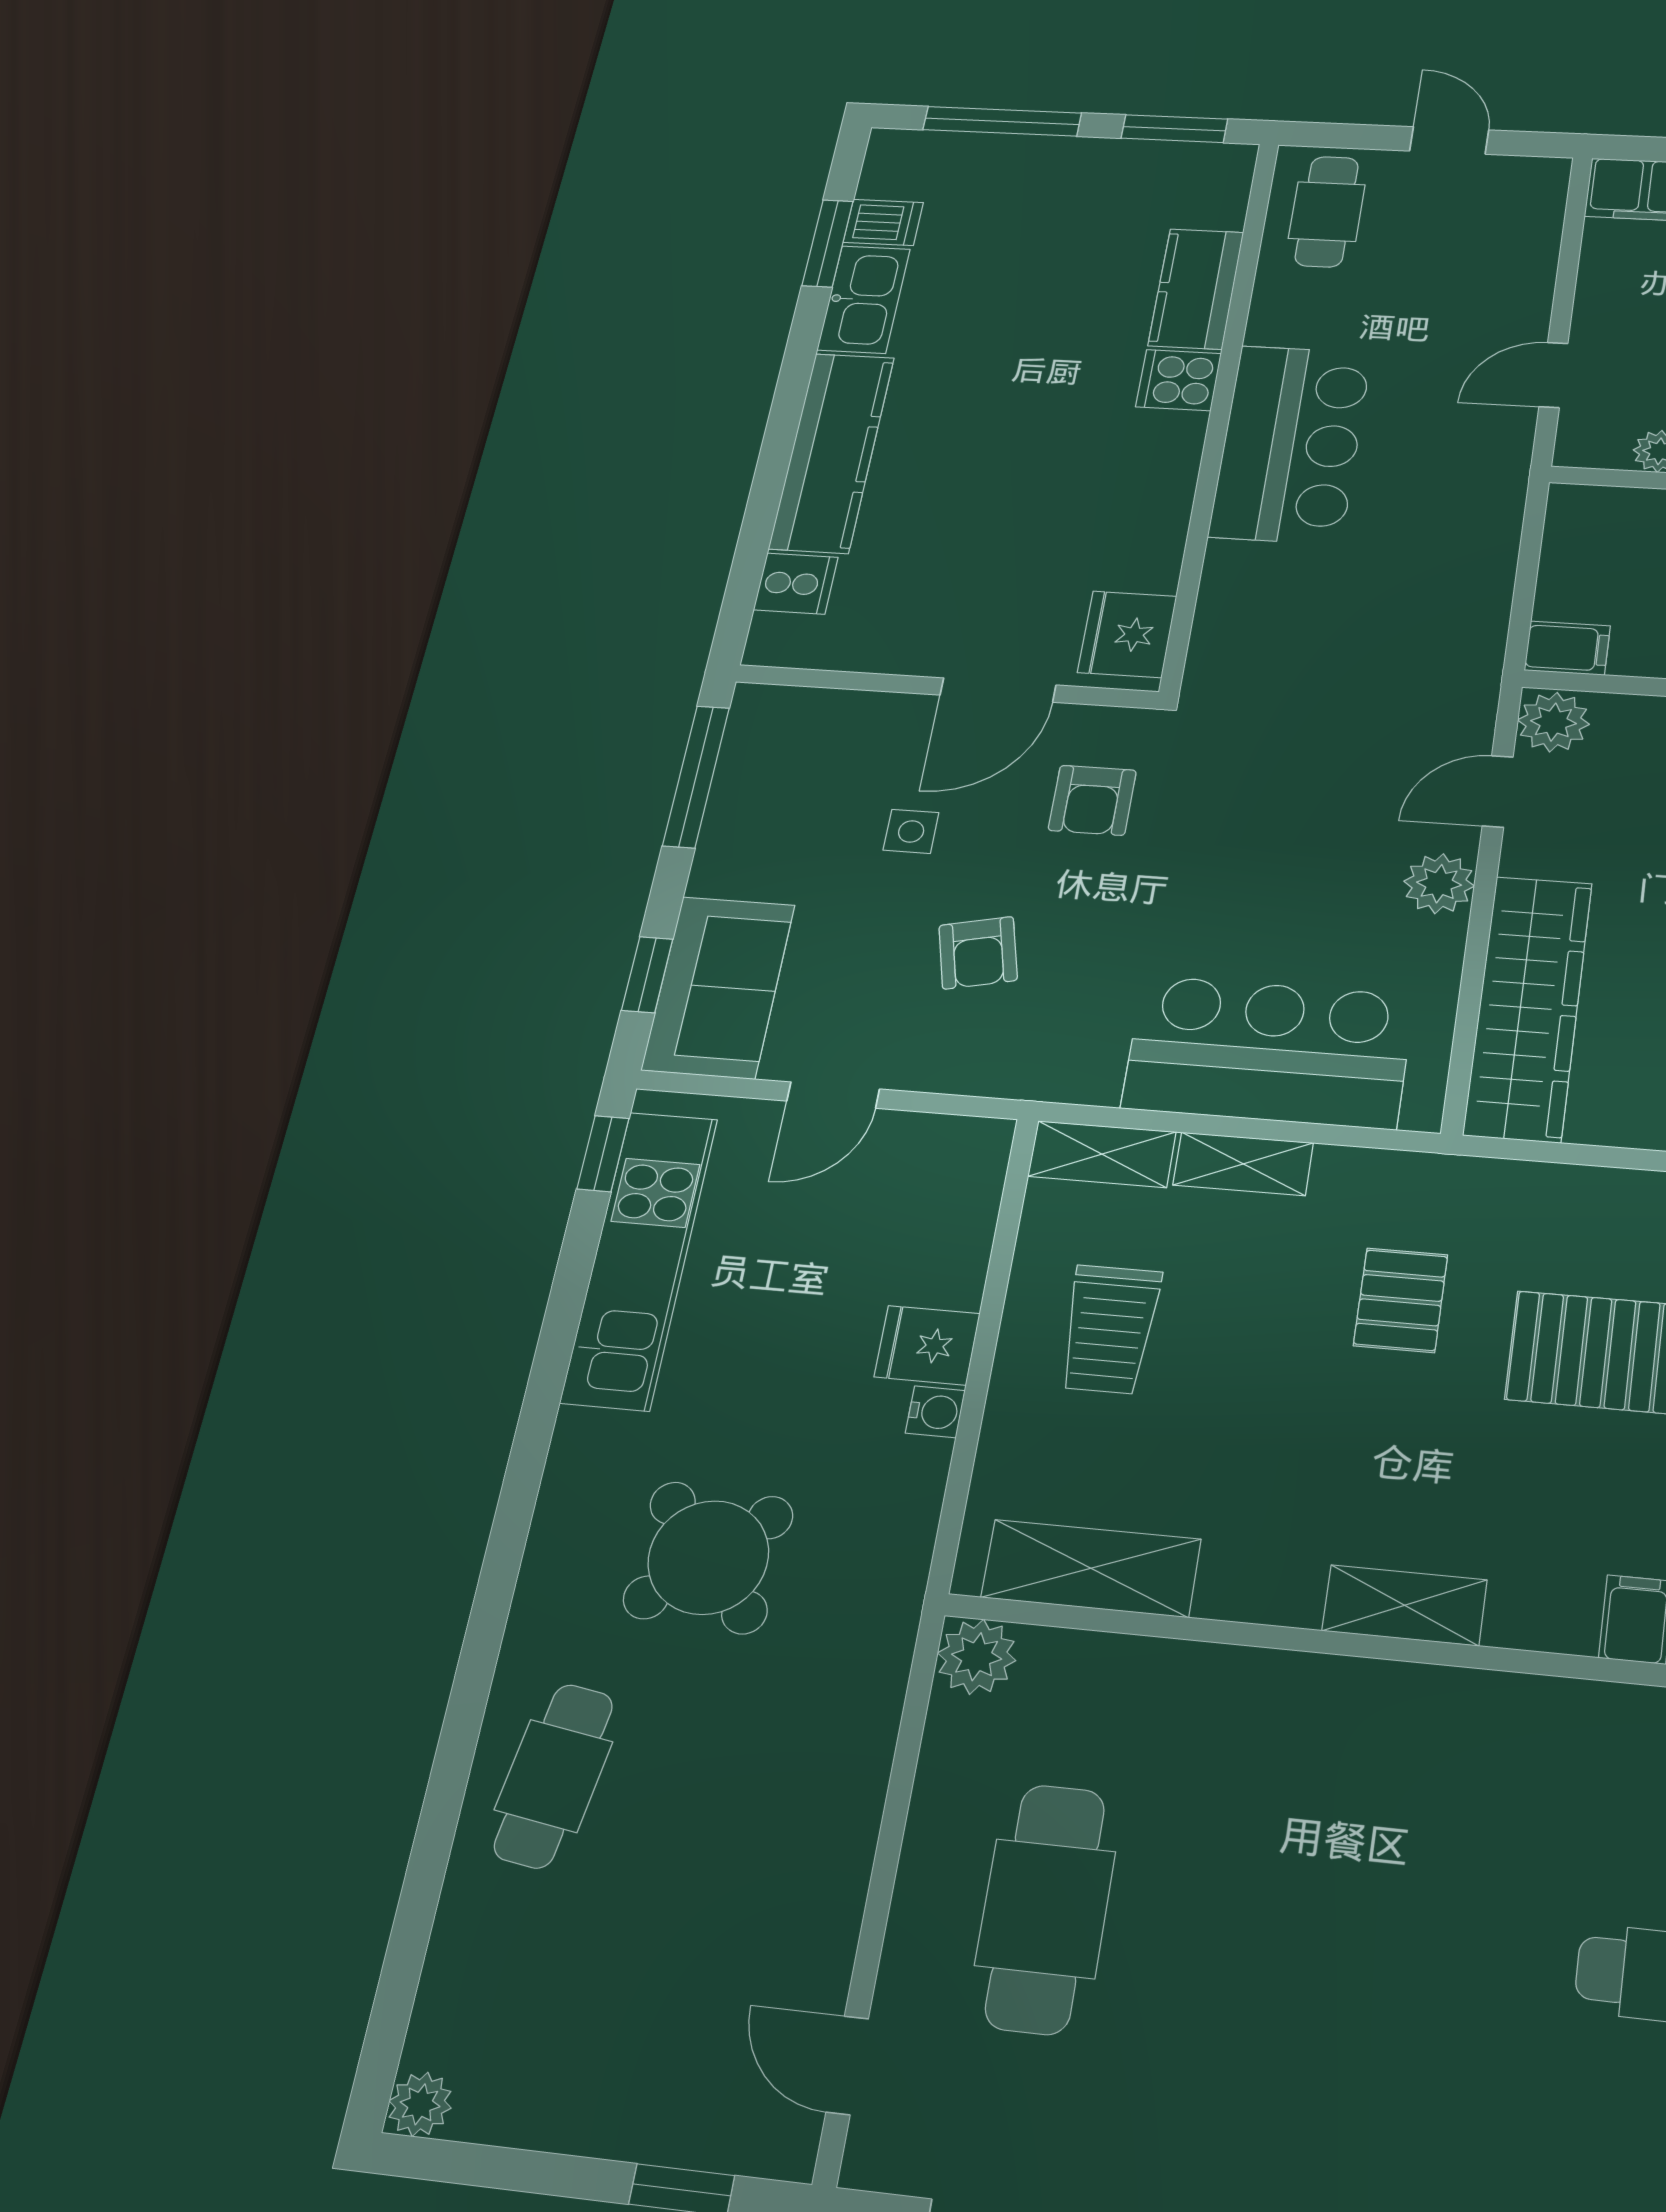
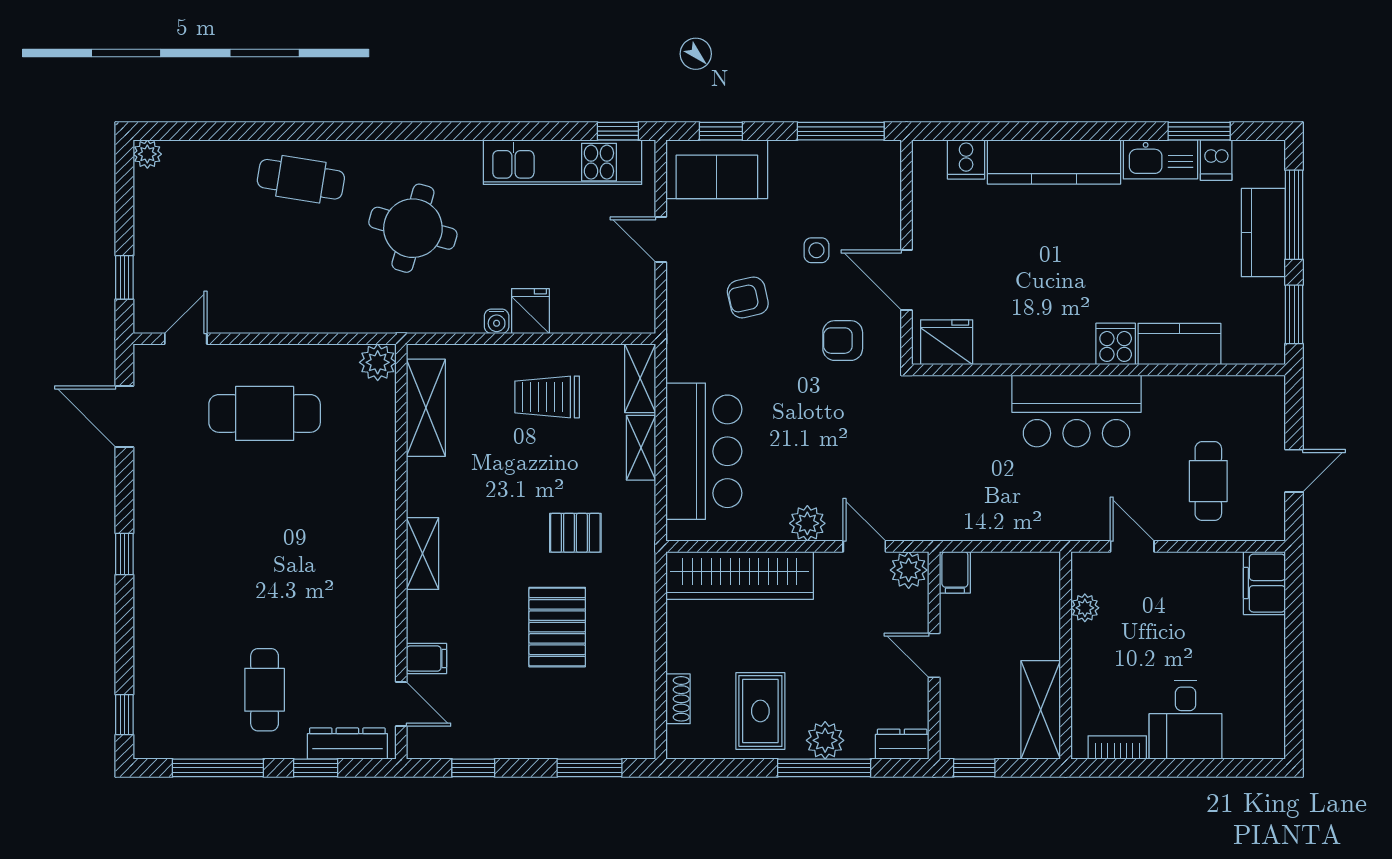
kitchen counter: (1024, 164) -> (1263, 233), added
cafe table: (1327, 212) -> (1208, 481), moved, turned 90
round table: (708, 1557) -> (413, 228), turned -32

